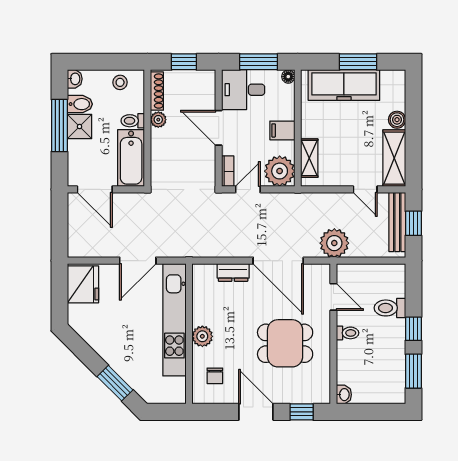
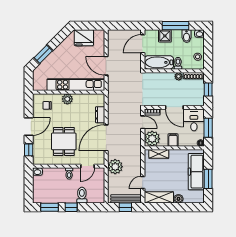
shower: (80, 127) -> (165, 36), moved
door: (219, 128) -> (174, 107), swing flipped
fridge: (83, 284) -> (84, 38), moved

